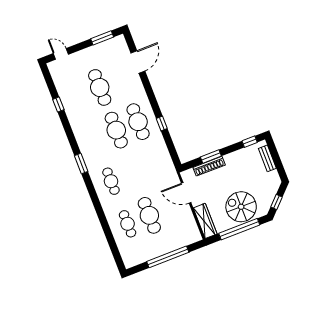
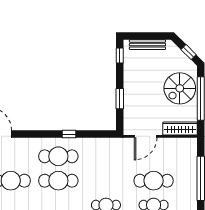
bench: (267, 158) -> (147, 45), width x1.36
shoe rack: (209, 166) -> (128, 104), removed

